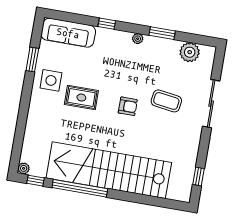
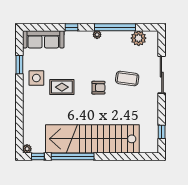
window: (162, 33) -> (115, 27), width x2.11

